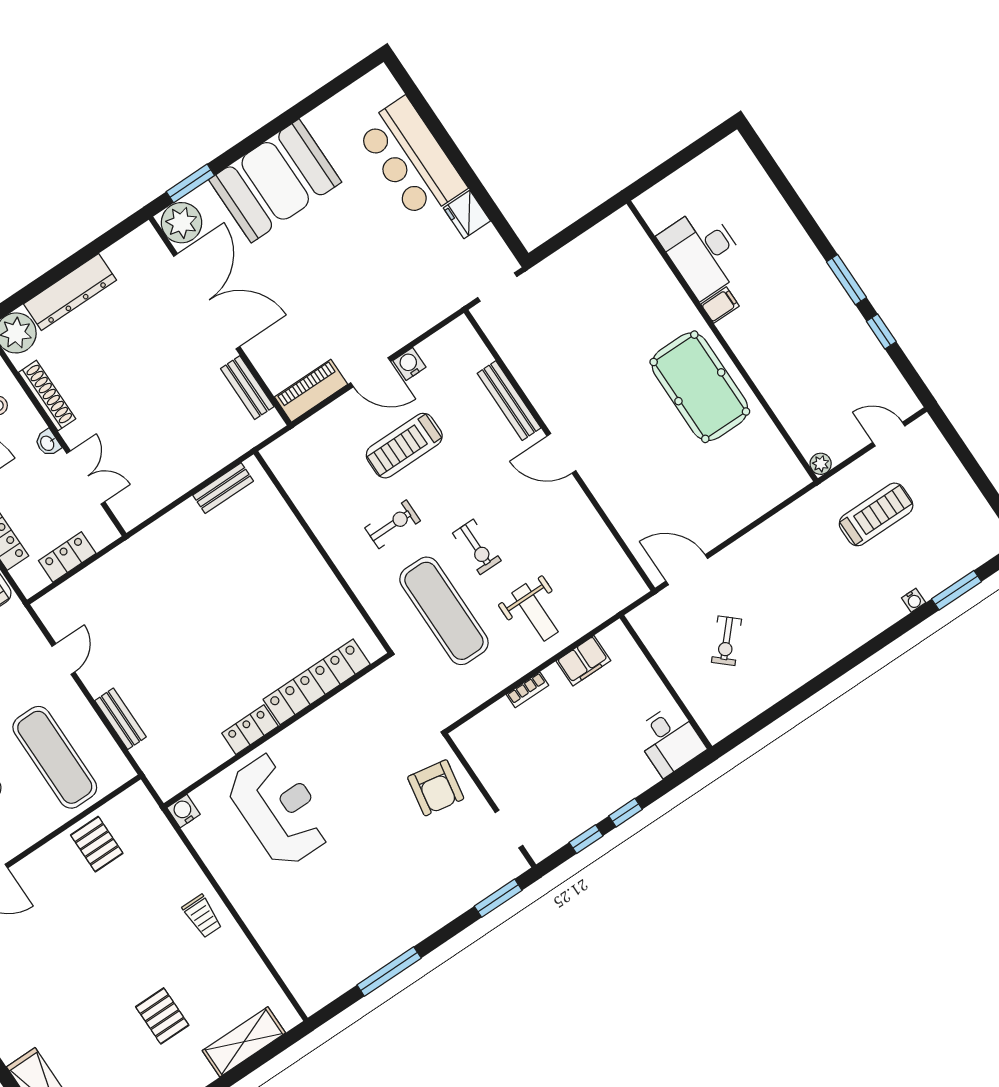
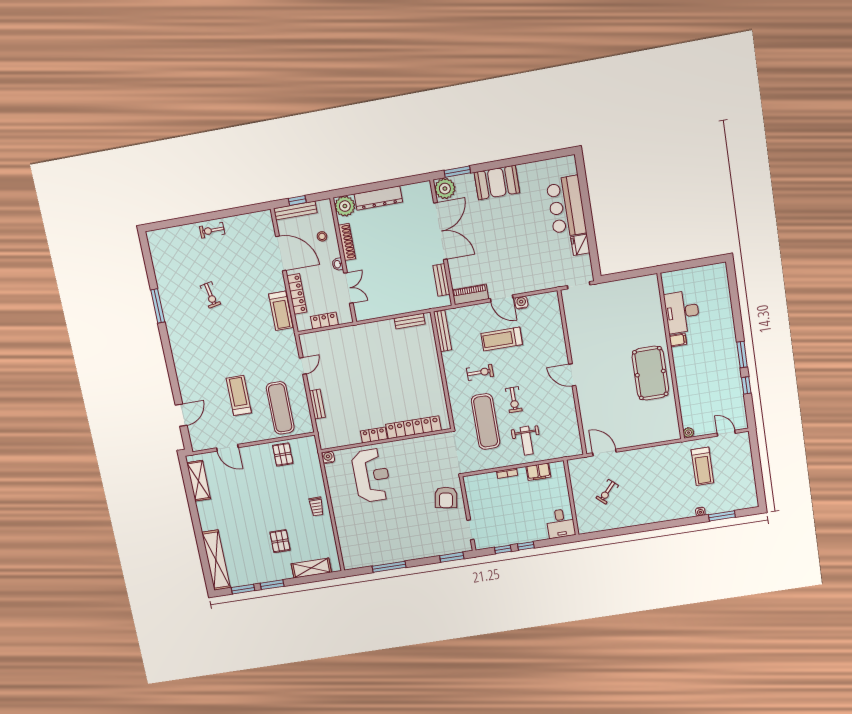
booth: (275, 181) -> (497, 183), width x0.73, depth x0.70
bench: (509, 401) -> (443, 331), moved
treadmill: (876, 514) -> (702, 466), turned 90

